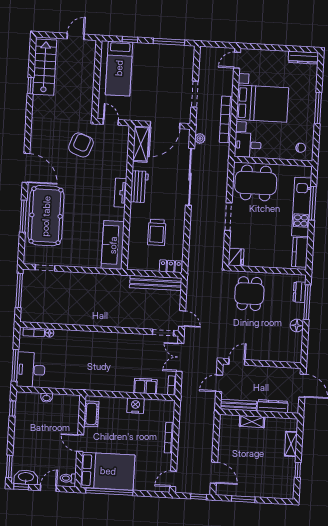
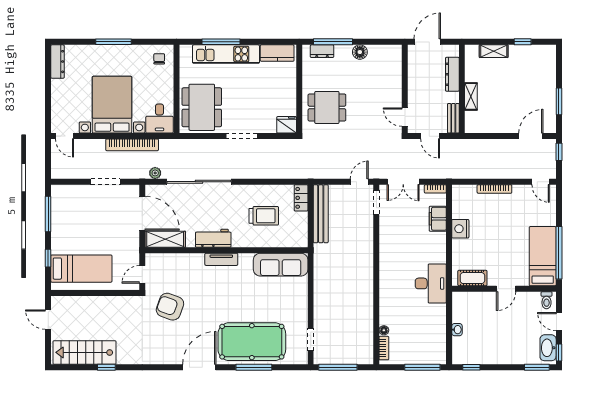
desk: (31, 370) -> (431, 283), moved, turned -90
bench: (238, 405) -> (453, 118), width x0.73
bed: (108, 471) -> (543, 256), width x0.67

